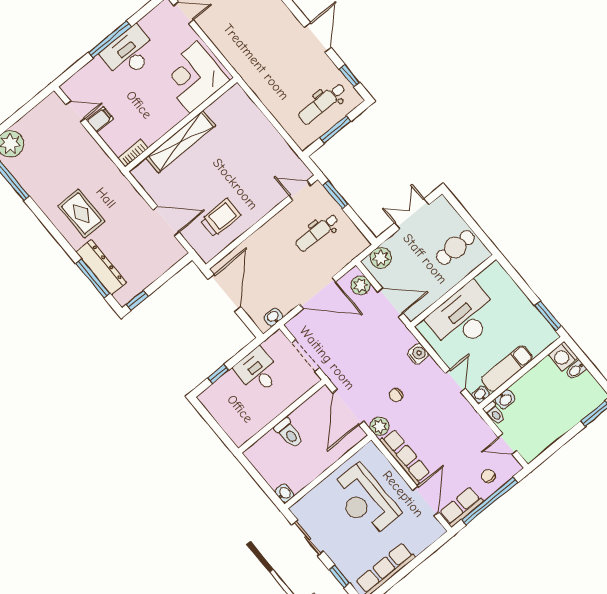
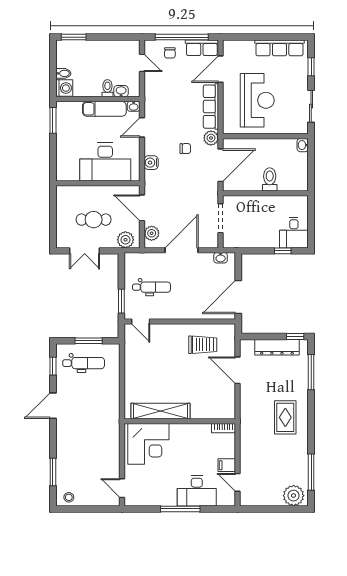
desk: (129, 53) -> (197, 491), moved
shelving: (181, 142) -> (161, 411), moved
trolley: (221, 218) -> (203, 345), turned 180
cafe table: (455, 247) -> (94, 220), moved
dresser: (101, 267) -> (277, 347), moved, turned -90
door: (318, 293) -> (181, 250), hinge flipped
desk: (258, 371) -> (294, 233), moved
toilet: (494, 413) -> (107, 88), moved

